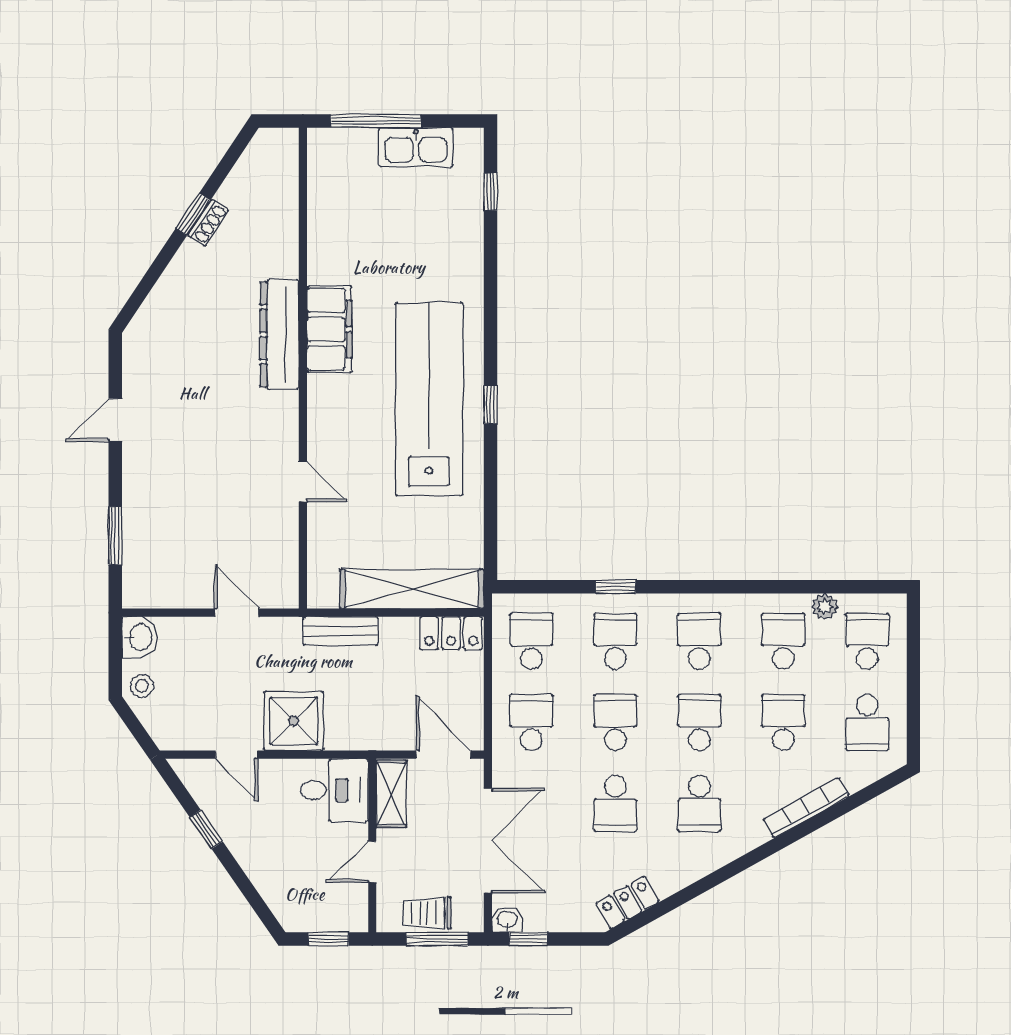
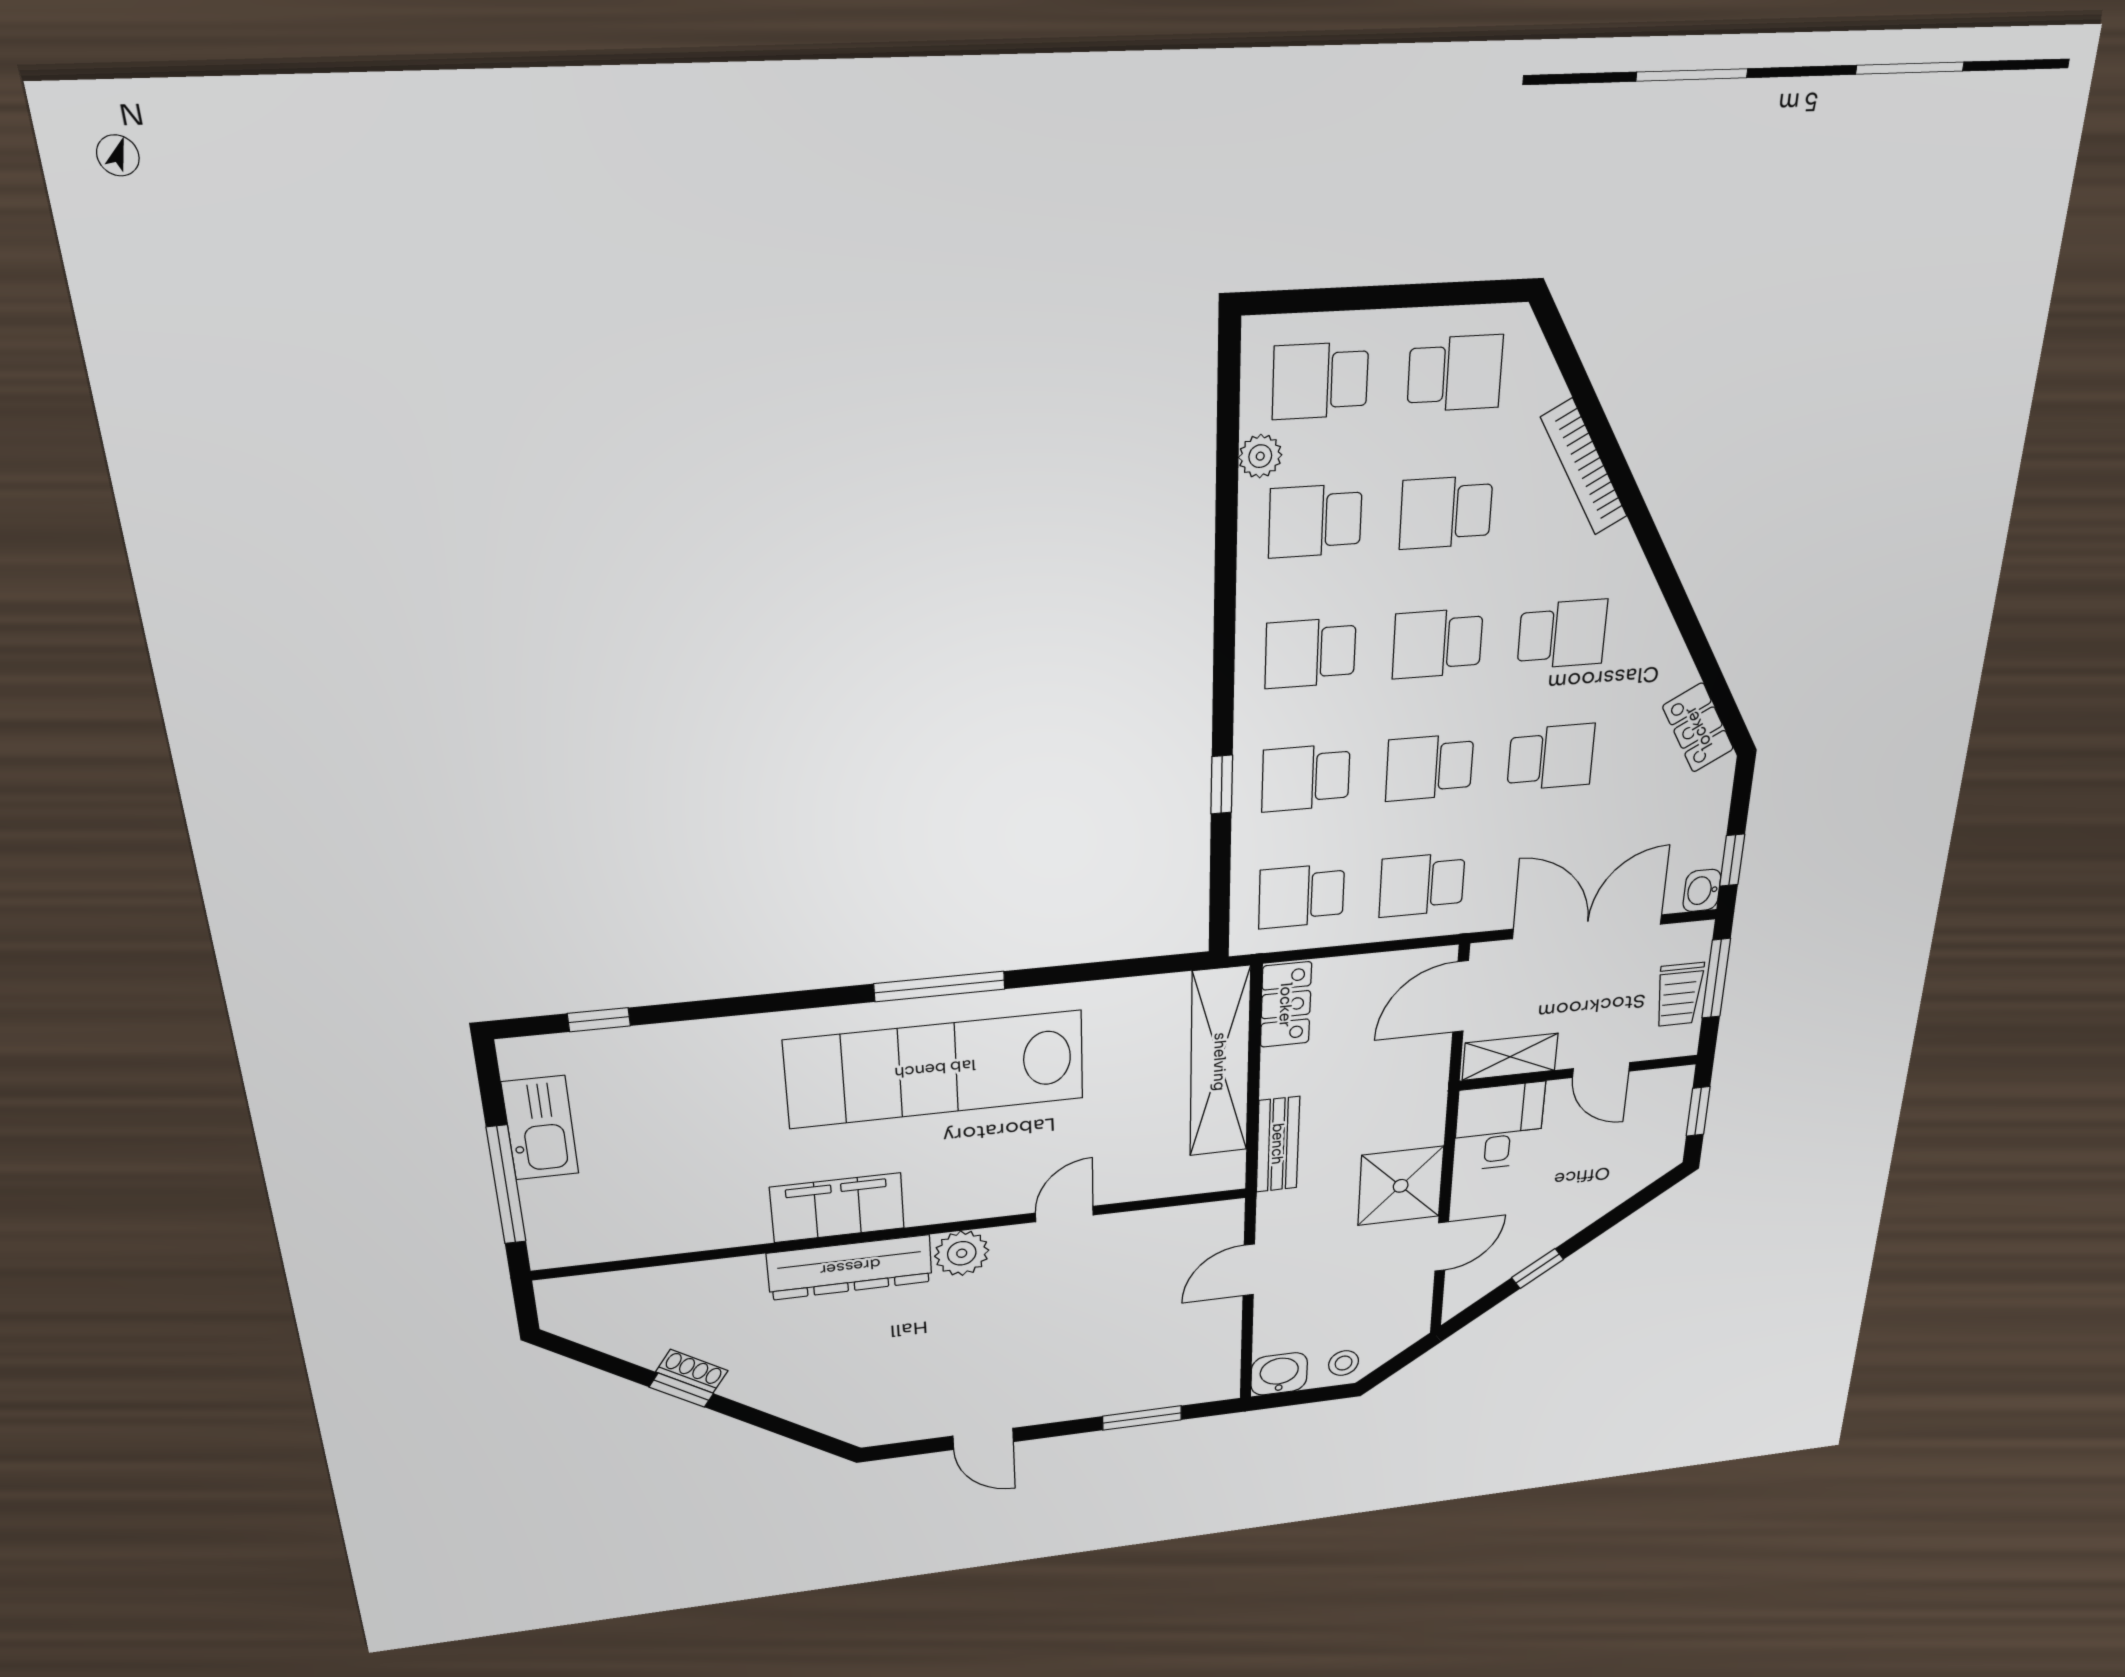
window: (491, 404) -> (940, 986), width x2.17
plant: (280, 411) -> (962, 1253), added

